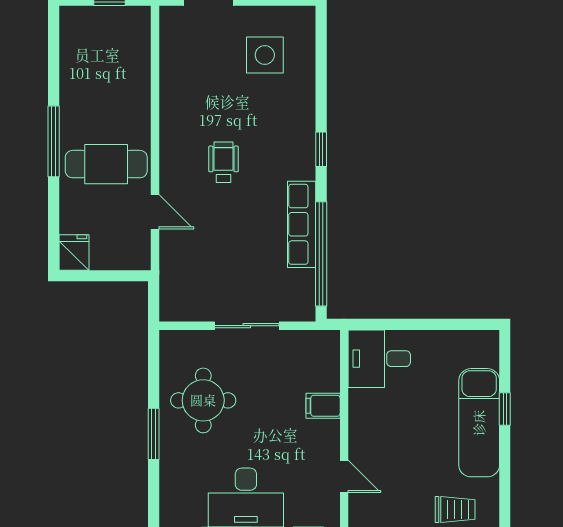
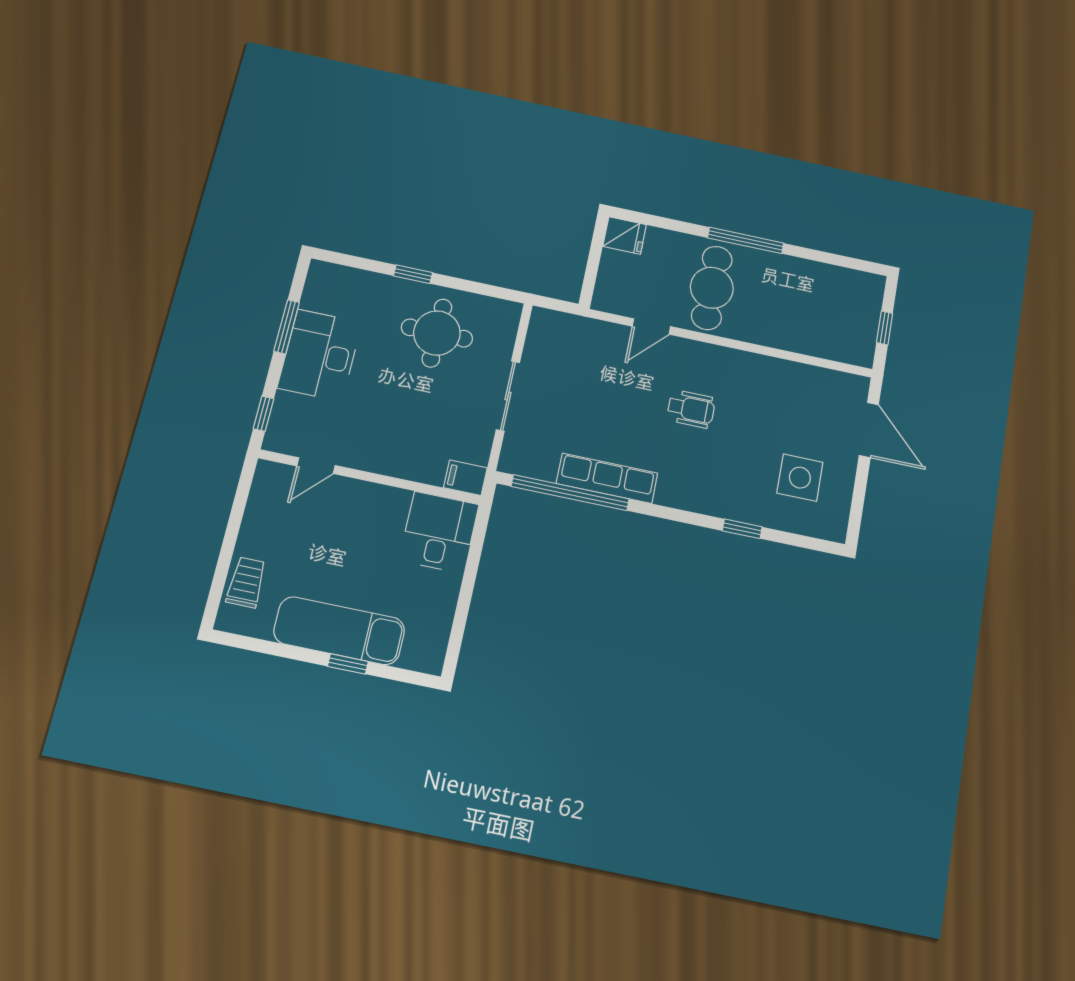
window: (321, 149) -> (742, 529), moved
filing cabinet: (323, 406) -> (465, 478), moved, turned -90
window: (154, 434) -> (413, 274), width x0.67
trolley: (455, 510) -> (246, 582), turned 180

